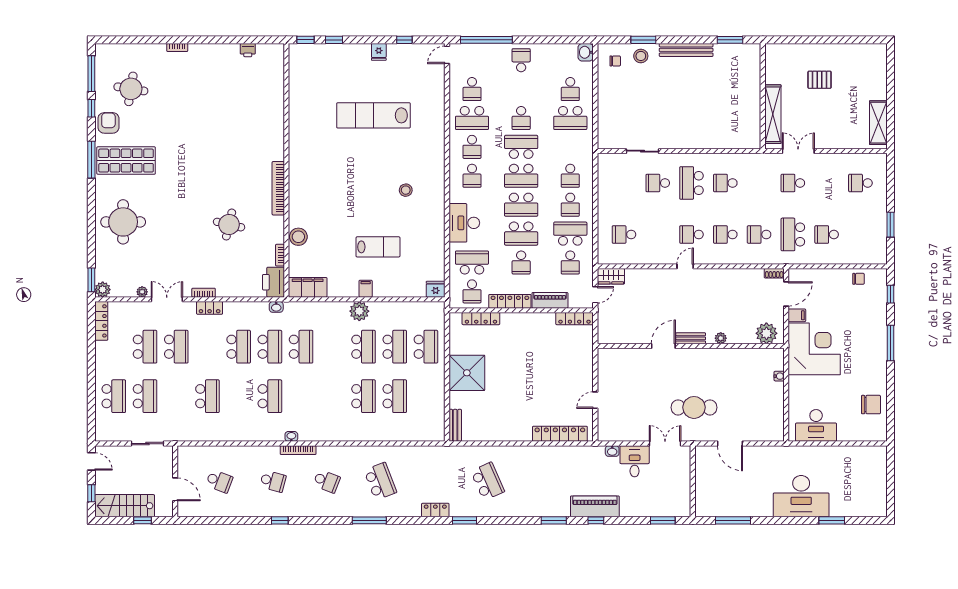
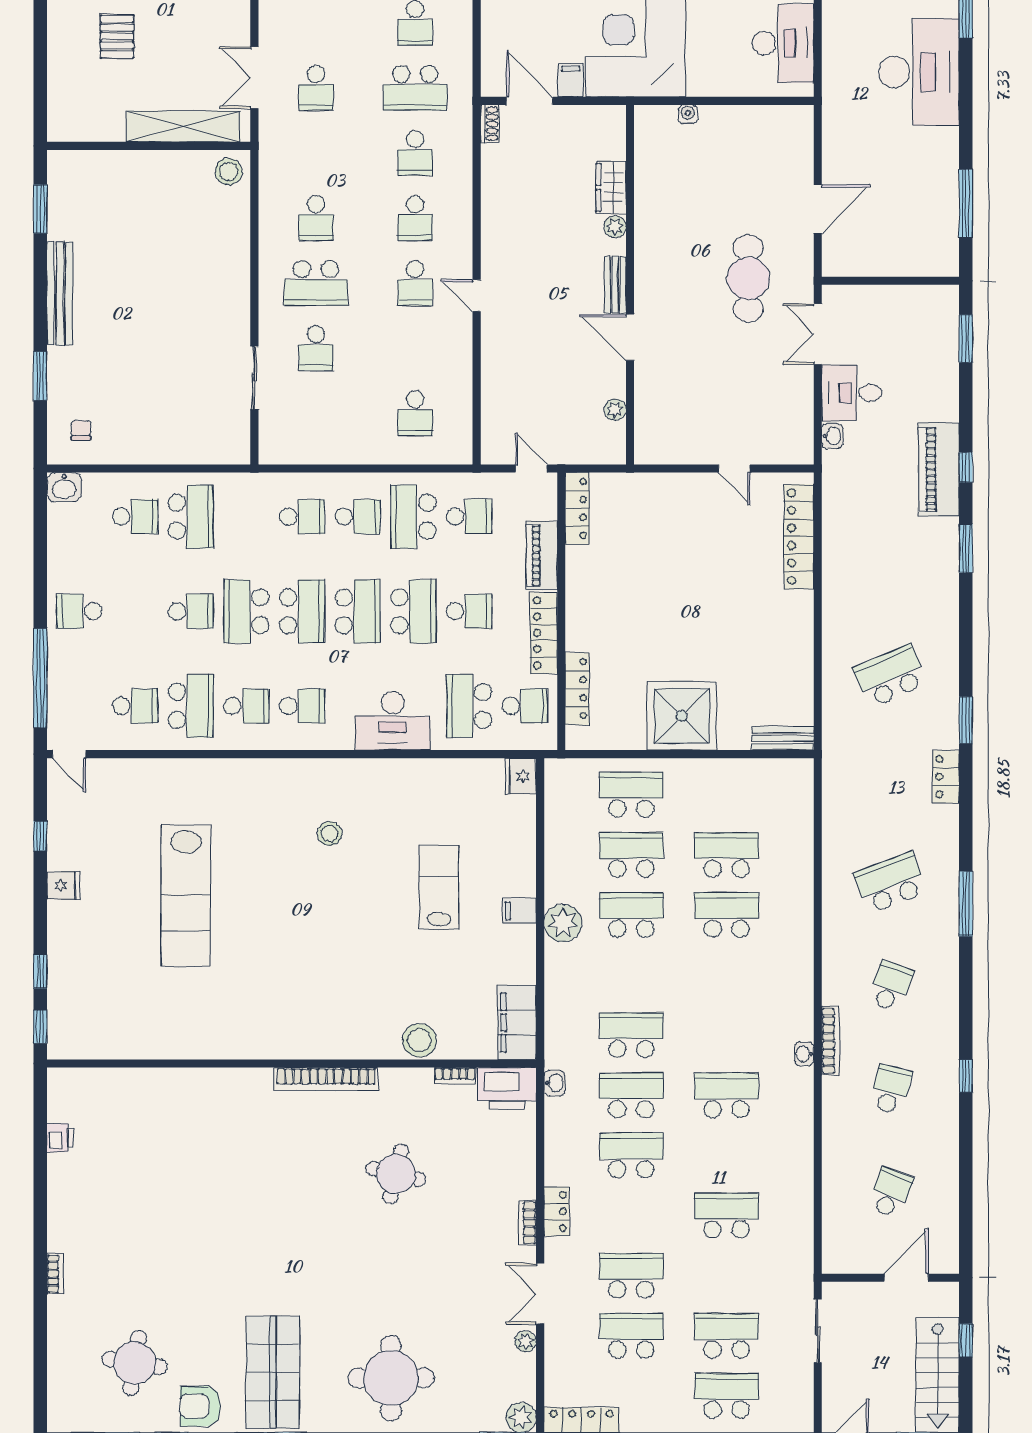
stool: (641, 56) -> (229, 172), moved
wardrobe: (611, 276) -> (611, 187), moved, turned 180
plant: (766, 333) -> (615, 410), moved, width x0.53, depth x0.53

